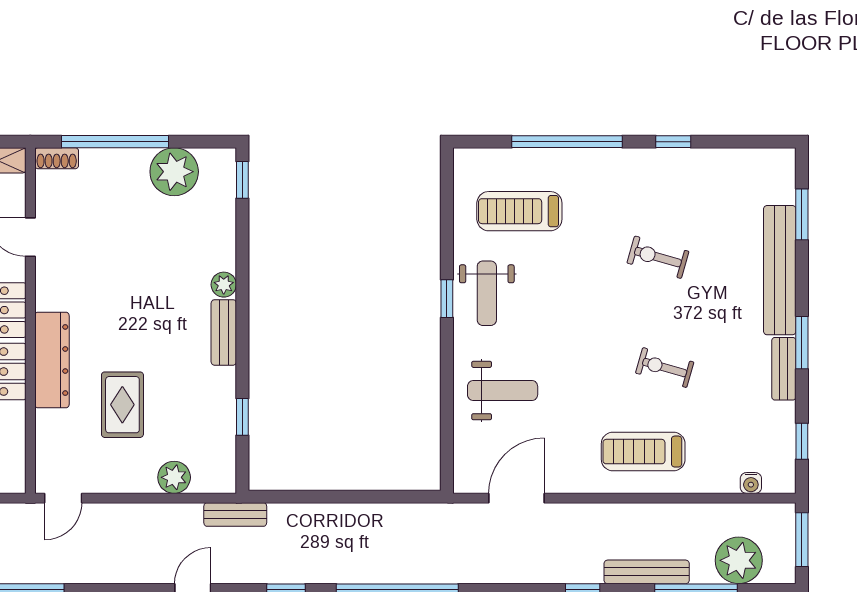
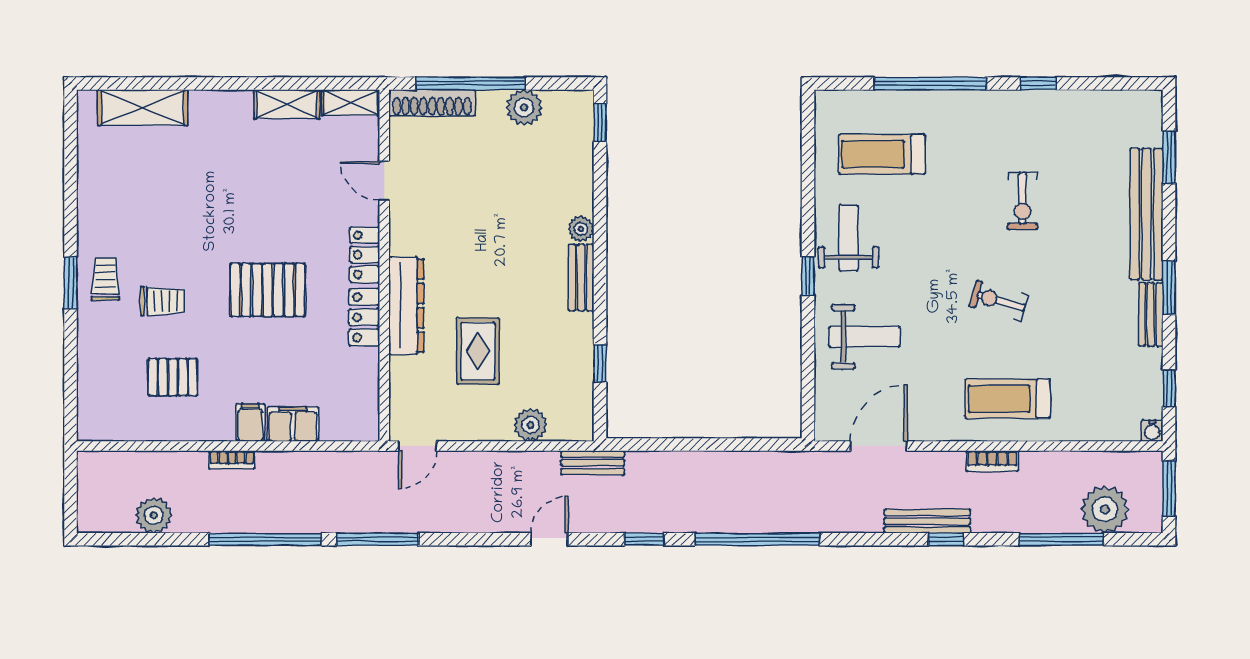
shoe rack: (57, 158) -> (432, 103), width x1.94, depth x1.24
plant: (174, 172) -> (524, 108), width x0.73, depth x0.73
exercise bike: (658, 257) -> (1023, 201), turned -106
weight bench: (487, 293) -> (849, 238), turned 180
window: (447, 299) -> (808, 276), moved
exercise bike: (665, 368) -> (999, 301), moved
water cooler: (751, 483) -> (1152, 431), moved
bookcase: (628, 513) -> (992, 461), added
bench: (647, 572) -> (927, 521), moved

